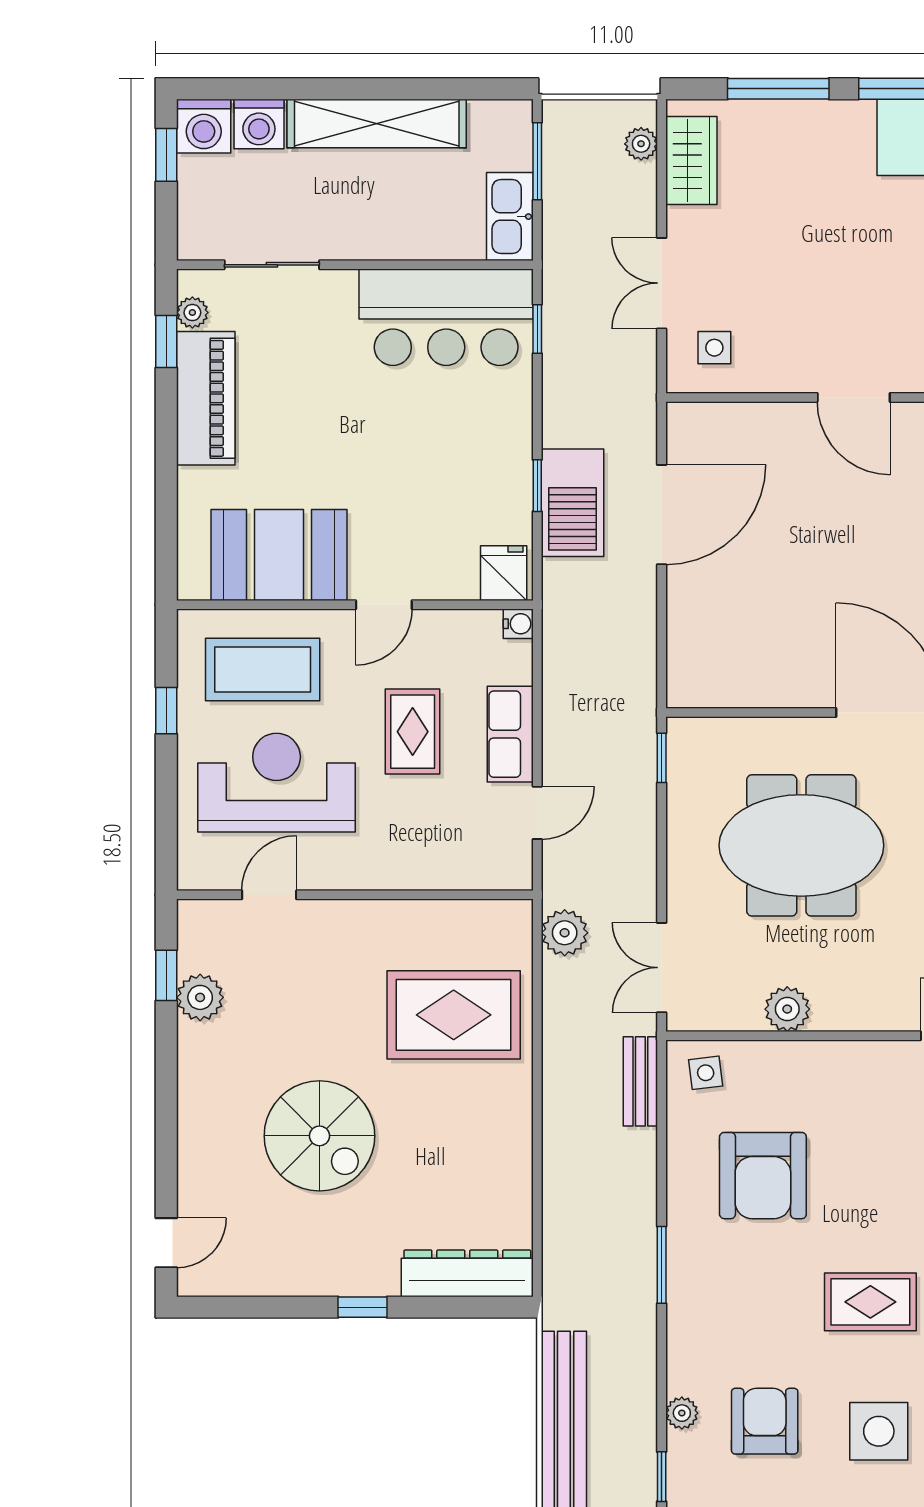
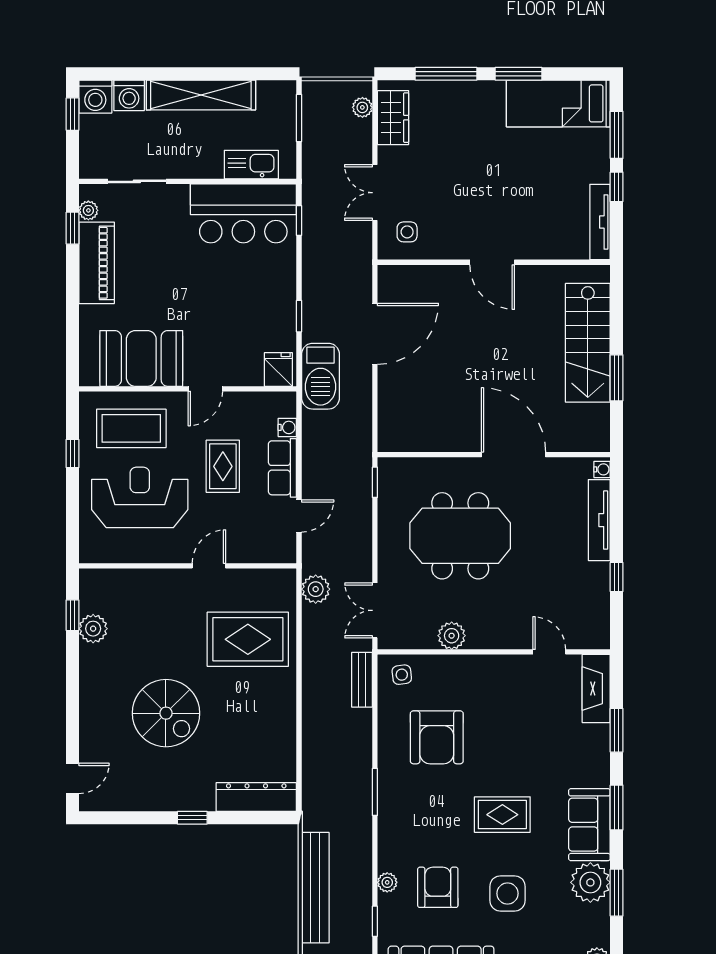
kitchen sink: (510, 217) -> (251, 165), moved, turned 90
barbecue: (573, 503) -> (320, 376), moved
water cooler: (518, 624) -> (287, 427), moved
door: (269, 895) -> (209, 566), moved

